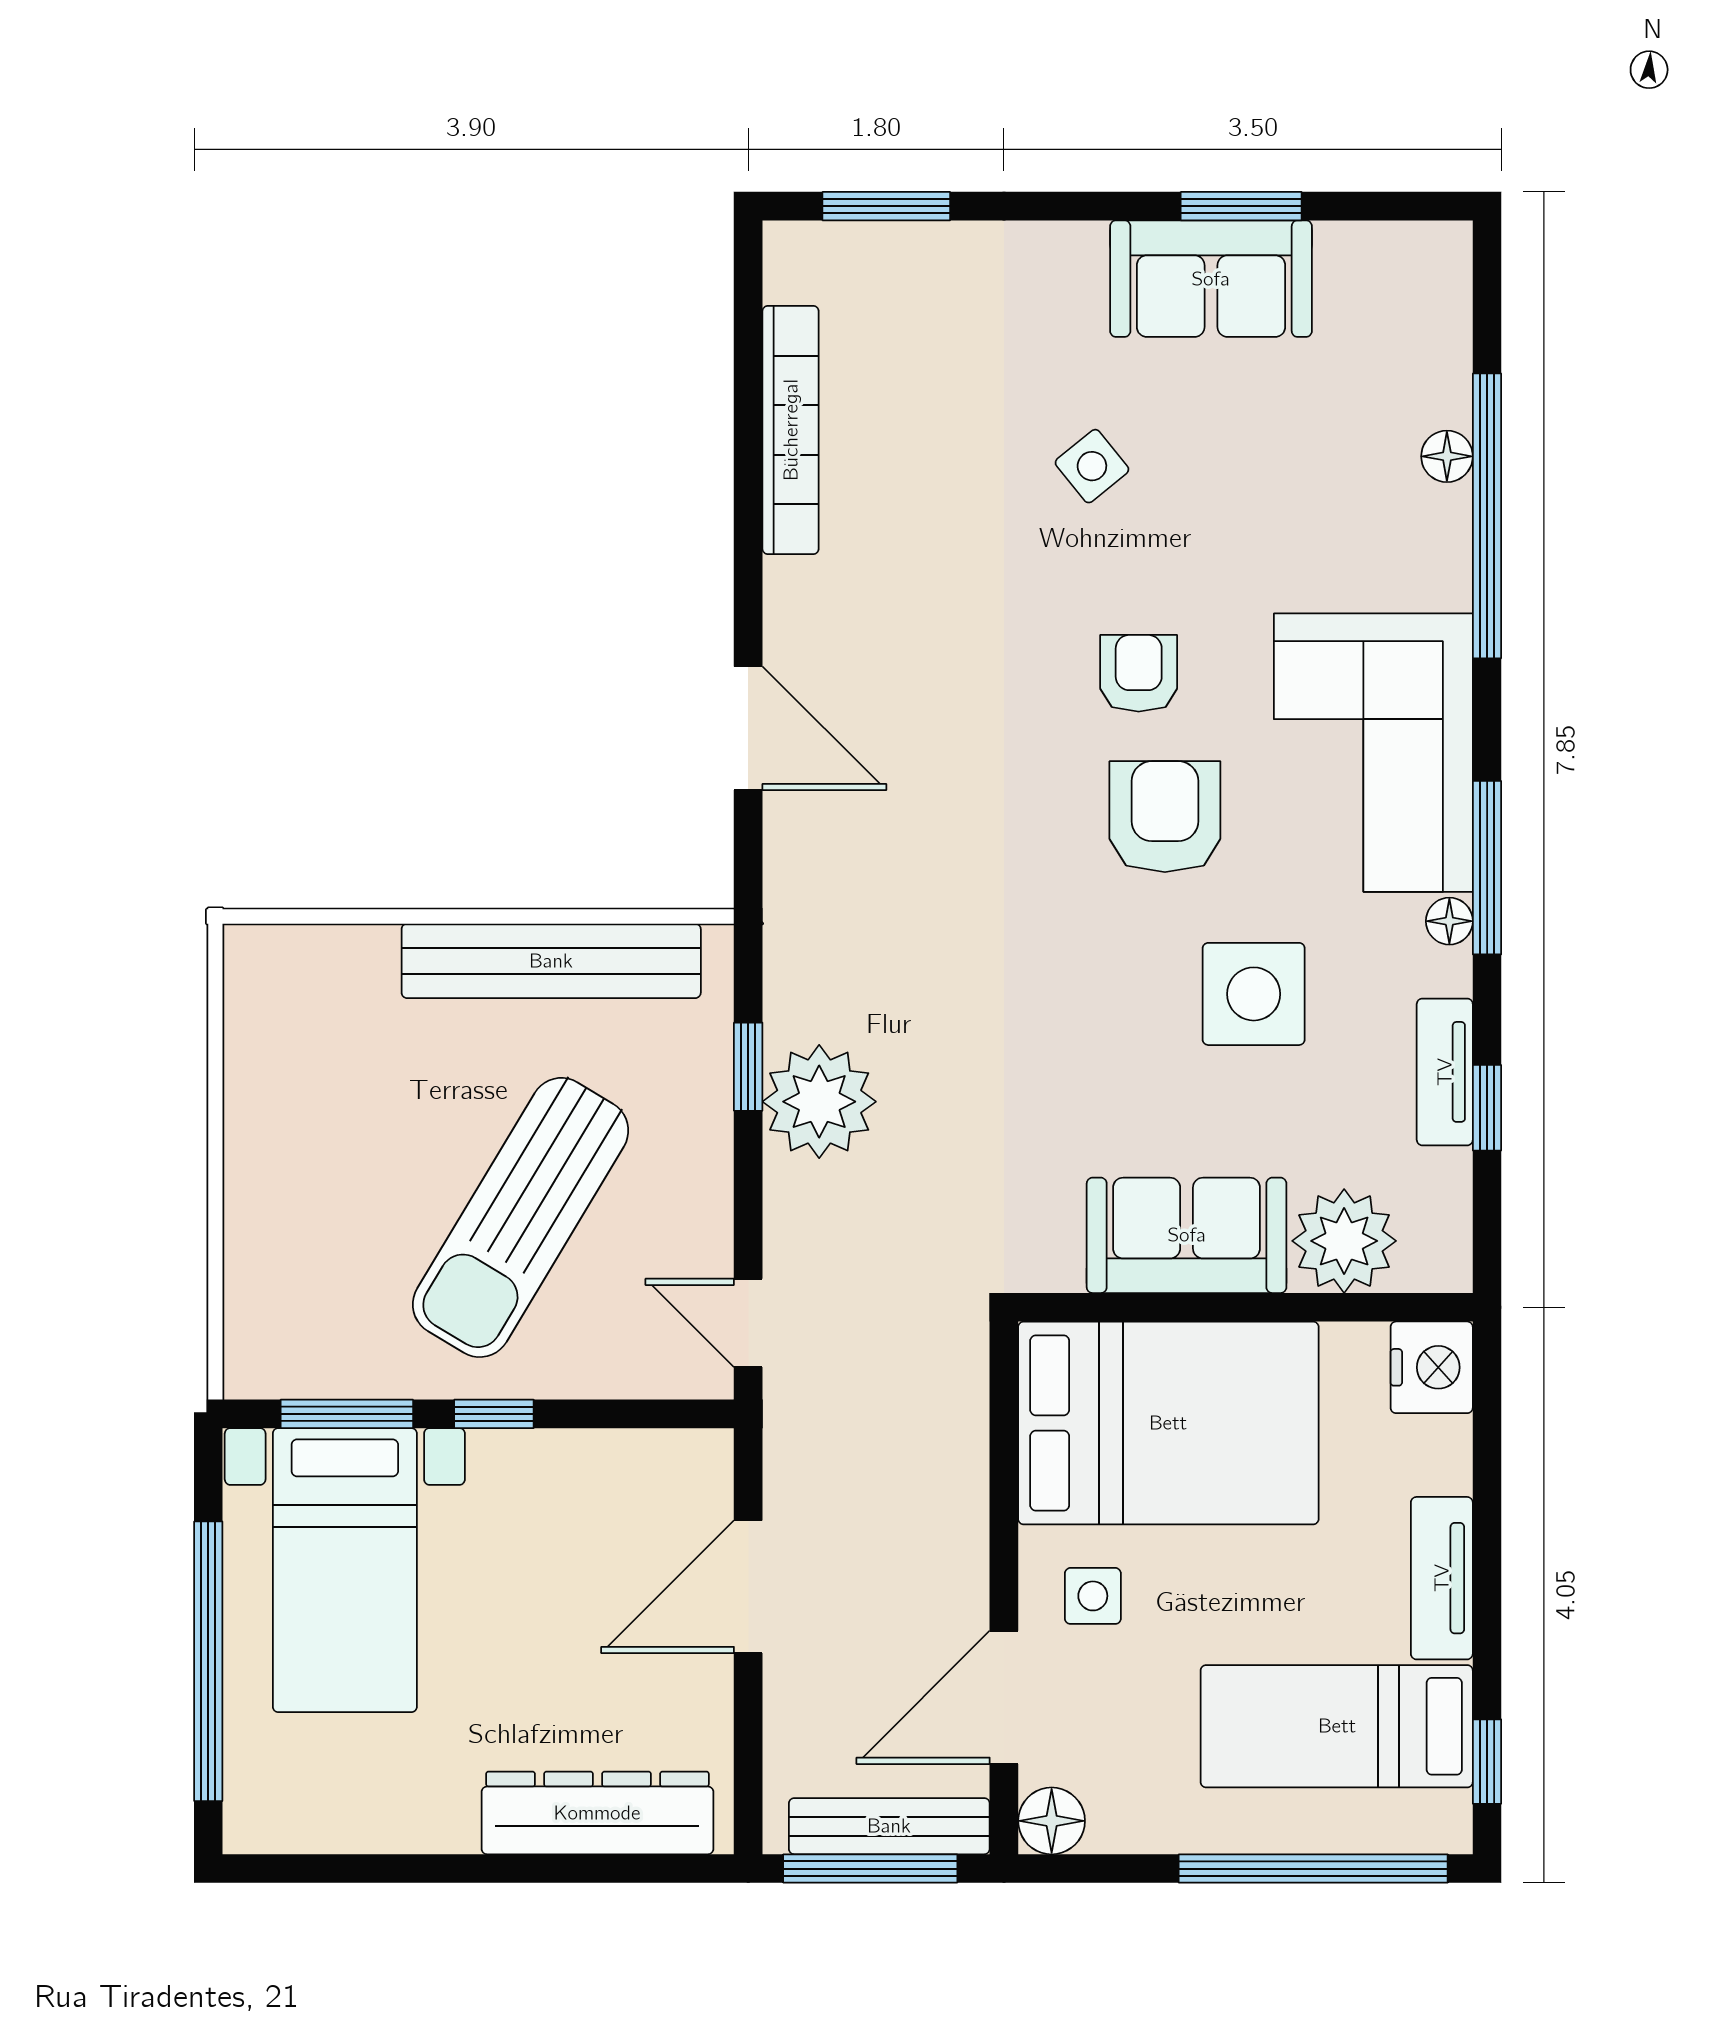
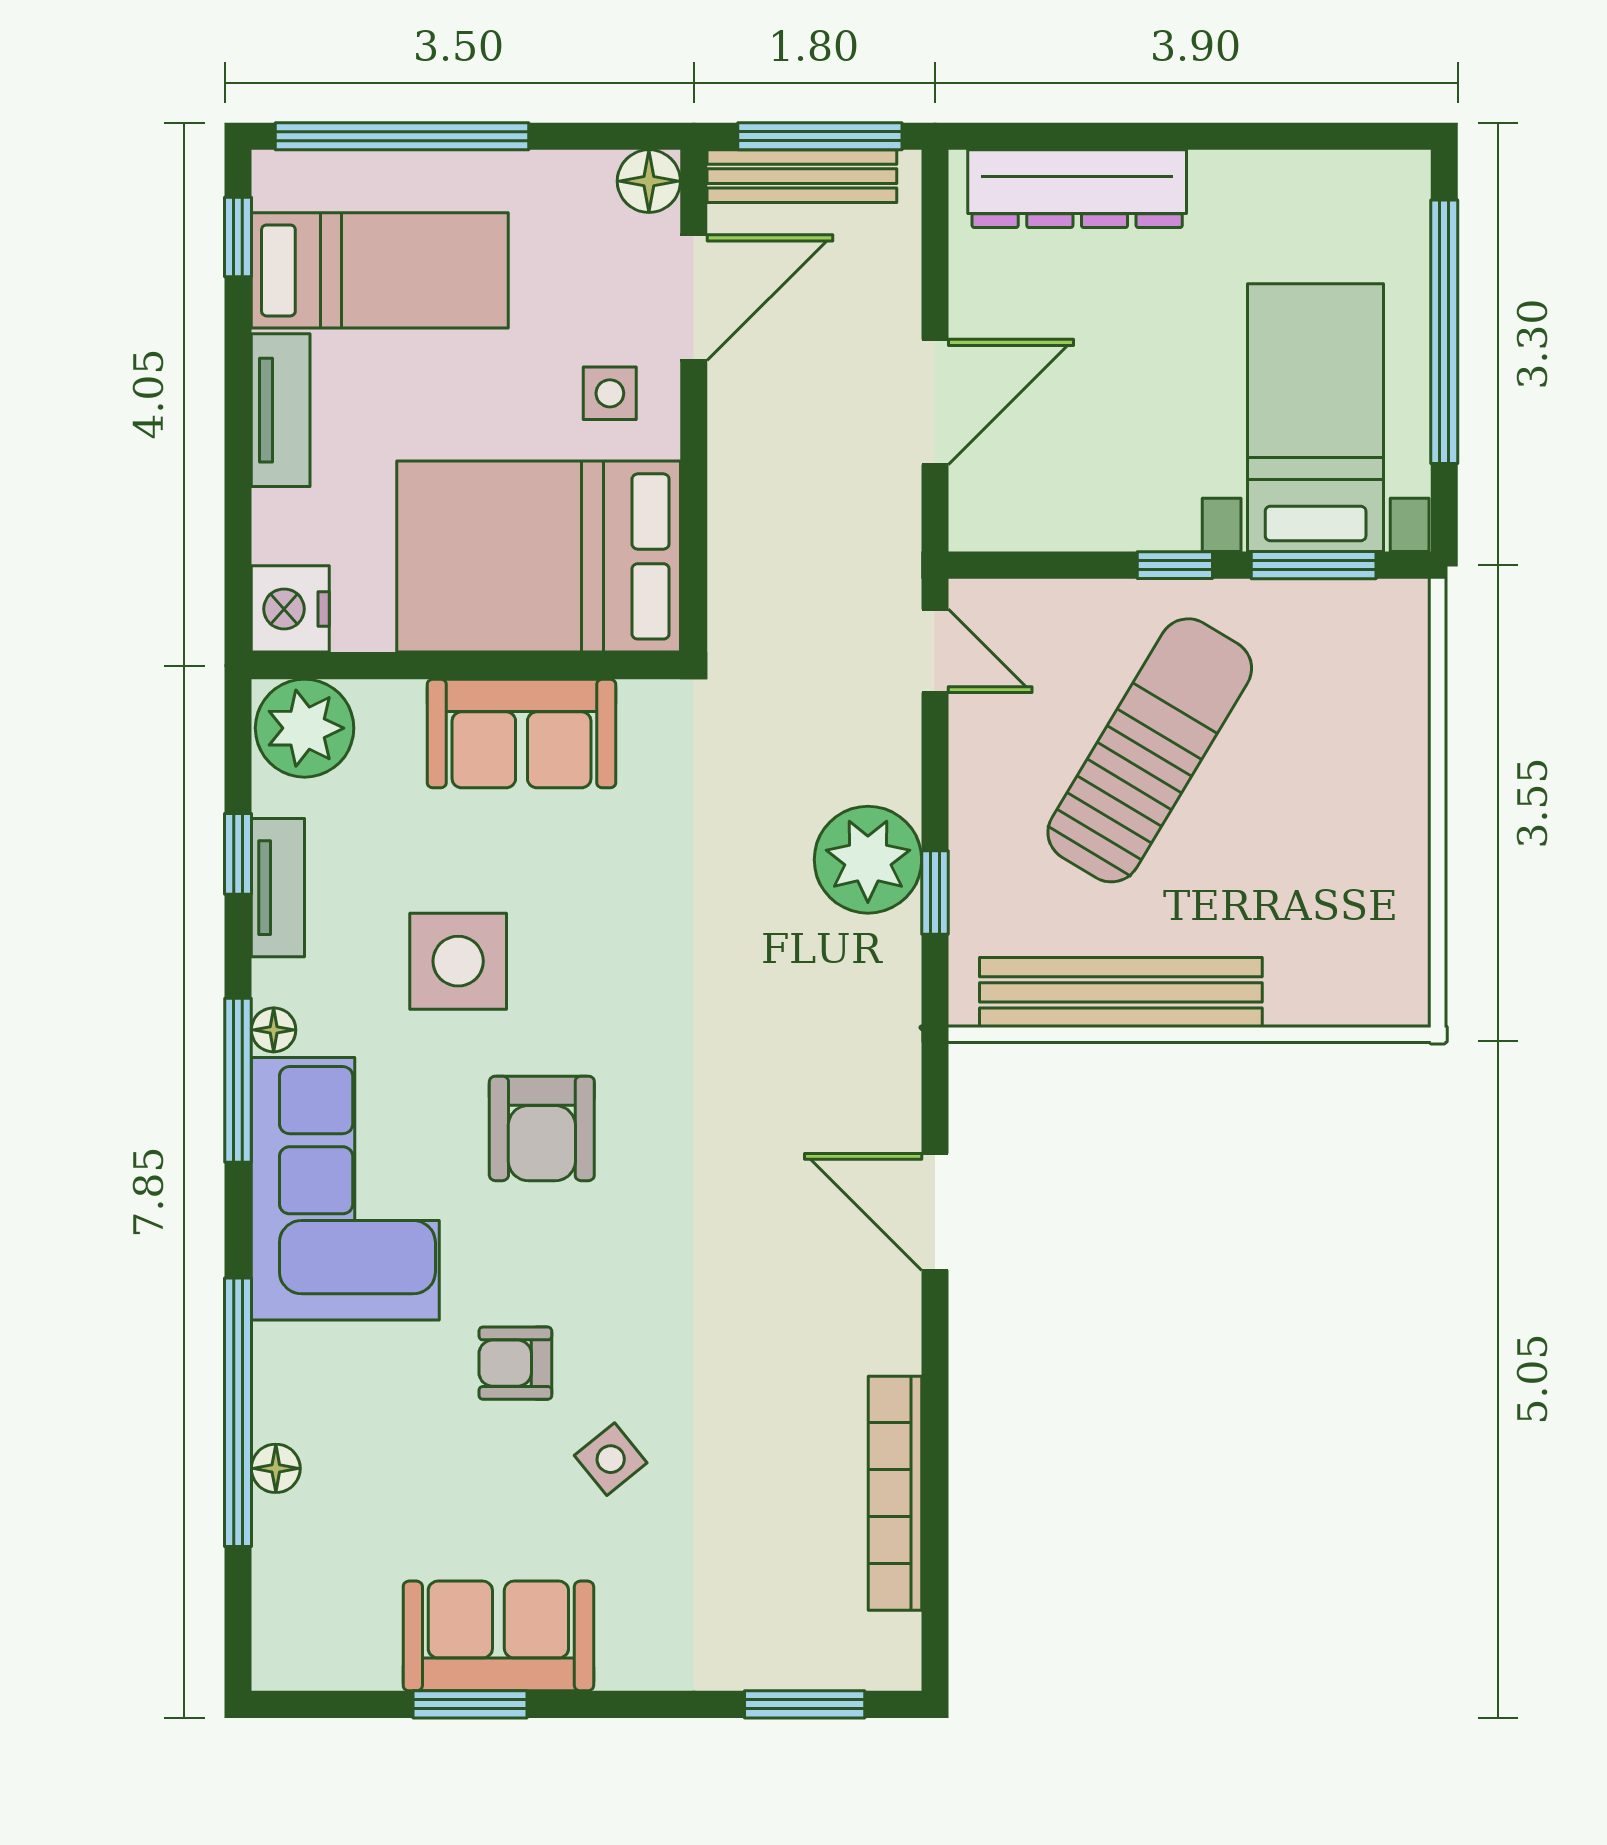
armchair: (1139, 673) -> (515, 1363), moved, turned 90
plant: (1344, 1241) -> (305, 728), moved

